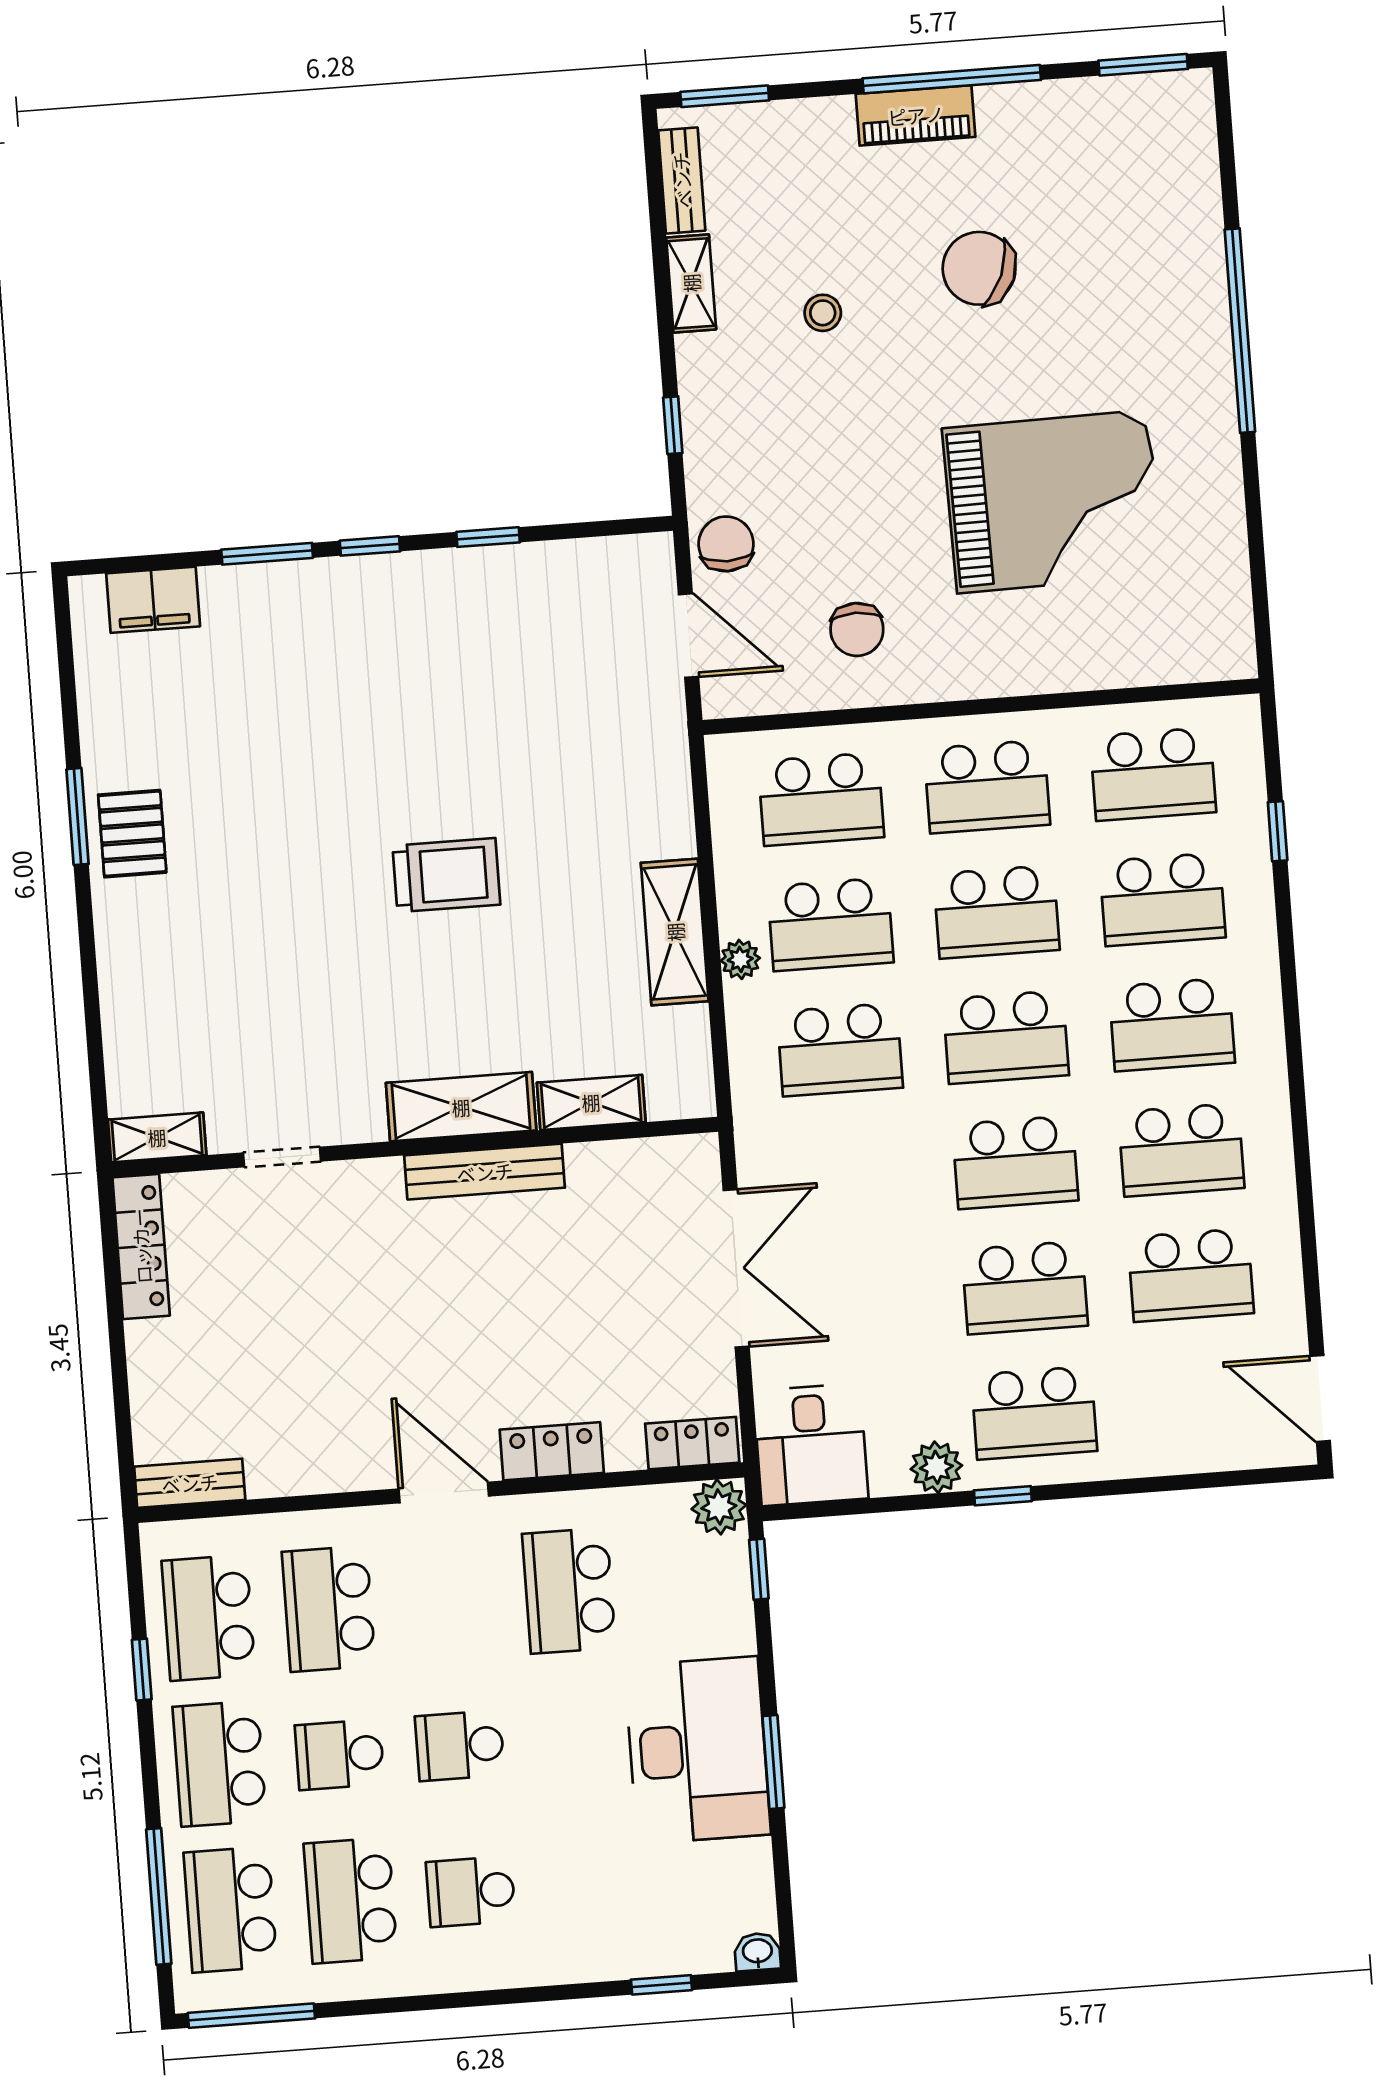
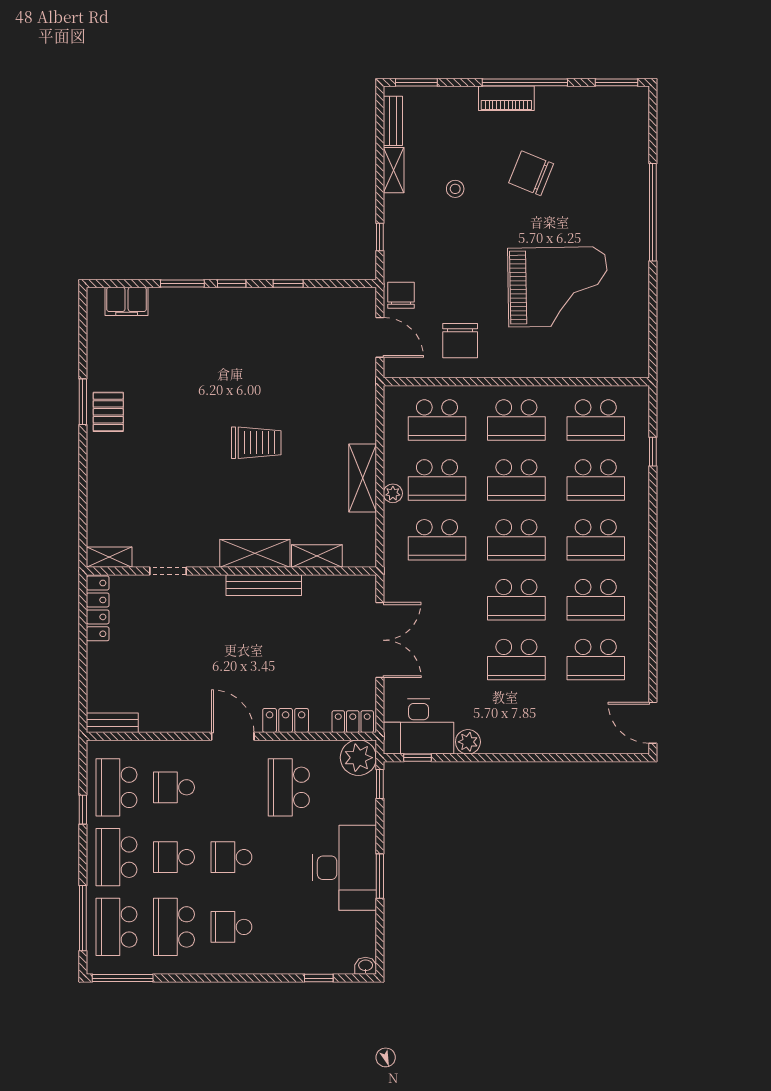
chair: (857, 629) -> (460, 341), width x1.37, depth x1.37
school desk: (1034, 1413) -> (516, 719), removed
desk: (811, 1445) -> (419, 727), width x1.37
window: (1003, 1496) -> (418, 758), moved
plant: (719, 1507) -> (358, 758), width x1.36, depth x1.36
school desk: (329, 1609) -> (174, 787), width x0.54

